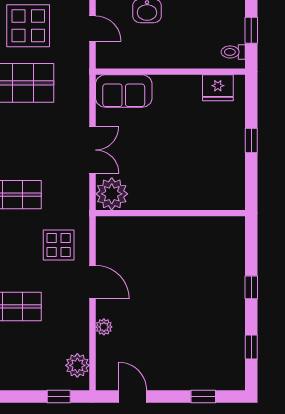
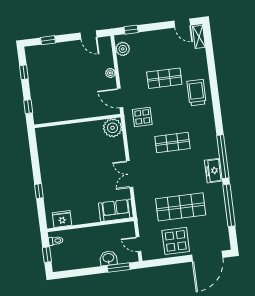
plant: (112, 194) -> (113, 128), moved
wall: (170, 213) -> (77, 121), moved

